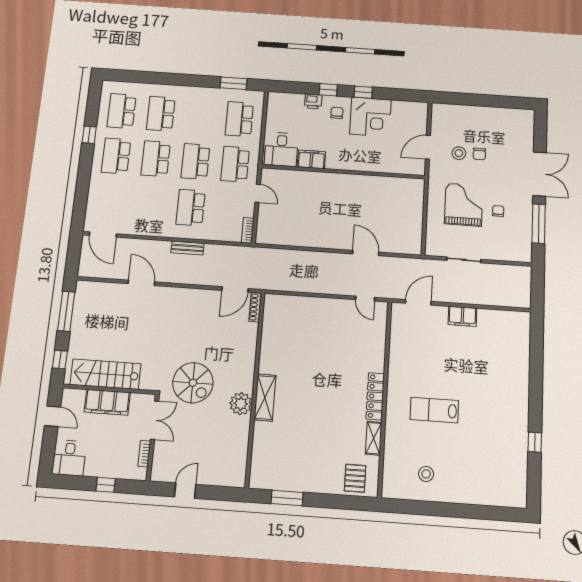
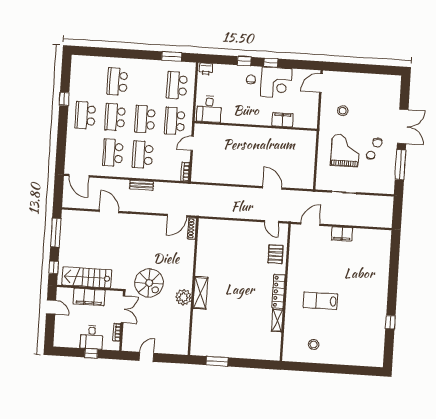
printer: (313, 101) -> (206, 69), moved
school desk: (122, 111) -> (113, 153), moved
door: (428, 147) -> (321, 83), moved
chair: (479, 154) -> (377, 143), moved
filing cabinet: (311, 159) -> (283, 120), moved
door: (258, 193) -> (192, 143), swing flipped
desk: (69, 458) -> (92, 337), moved
pallet: (355, 478) -> (276, 254), moved

